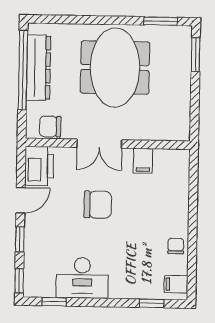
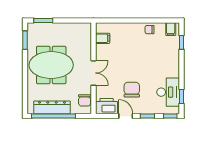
filing cabinet: (143, 161) -> (103, 38), moved
chair: (98, 205) -> (132, 90), moved
desk: (82, 278) -> (168, 92), moved

